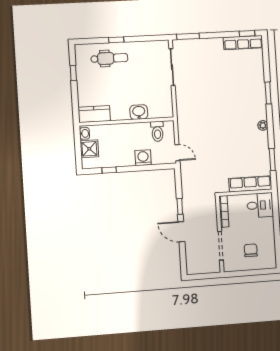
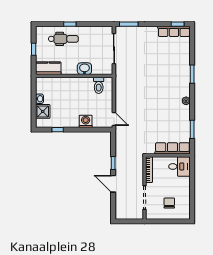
washbasin: (139, 112) -> (84, 69), moved
kitchen counter: (94, 114) -> (48, 68), moved
wall: (127, 122) -> (74, 76), moved
toilet: (157, 131) -> (99, 85), moved

